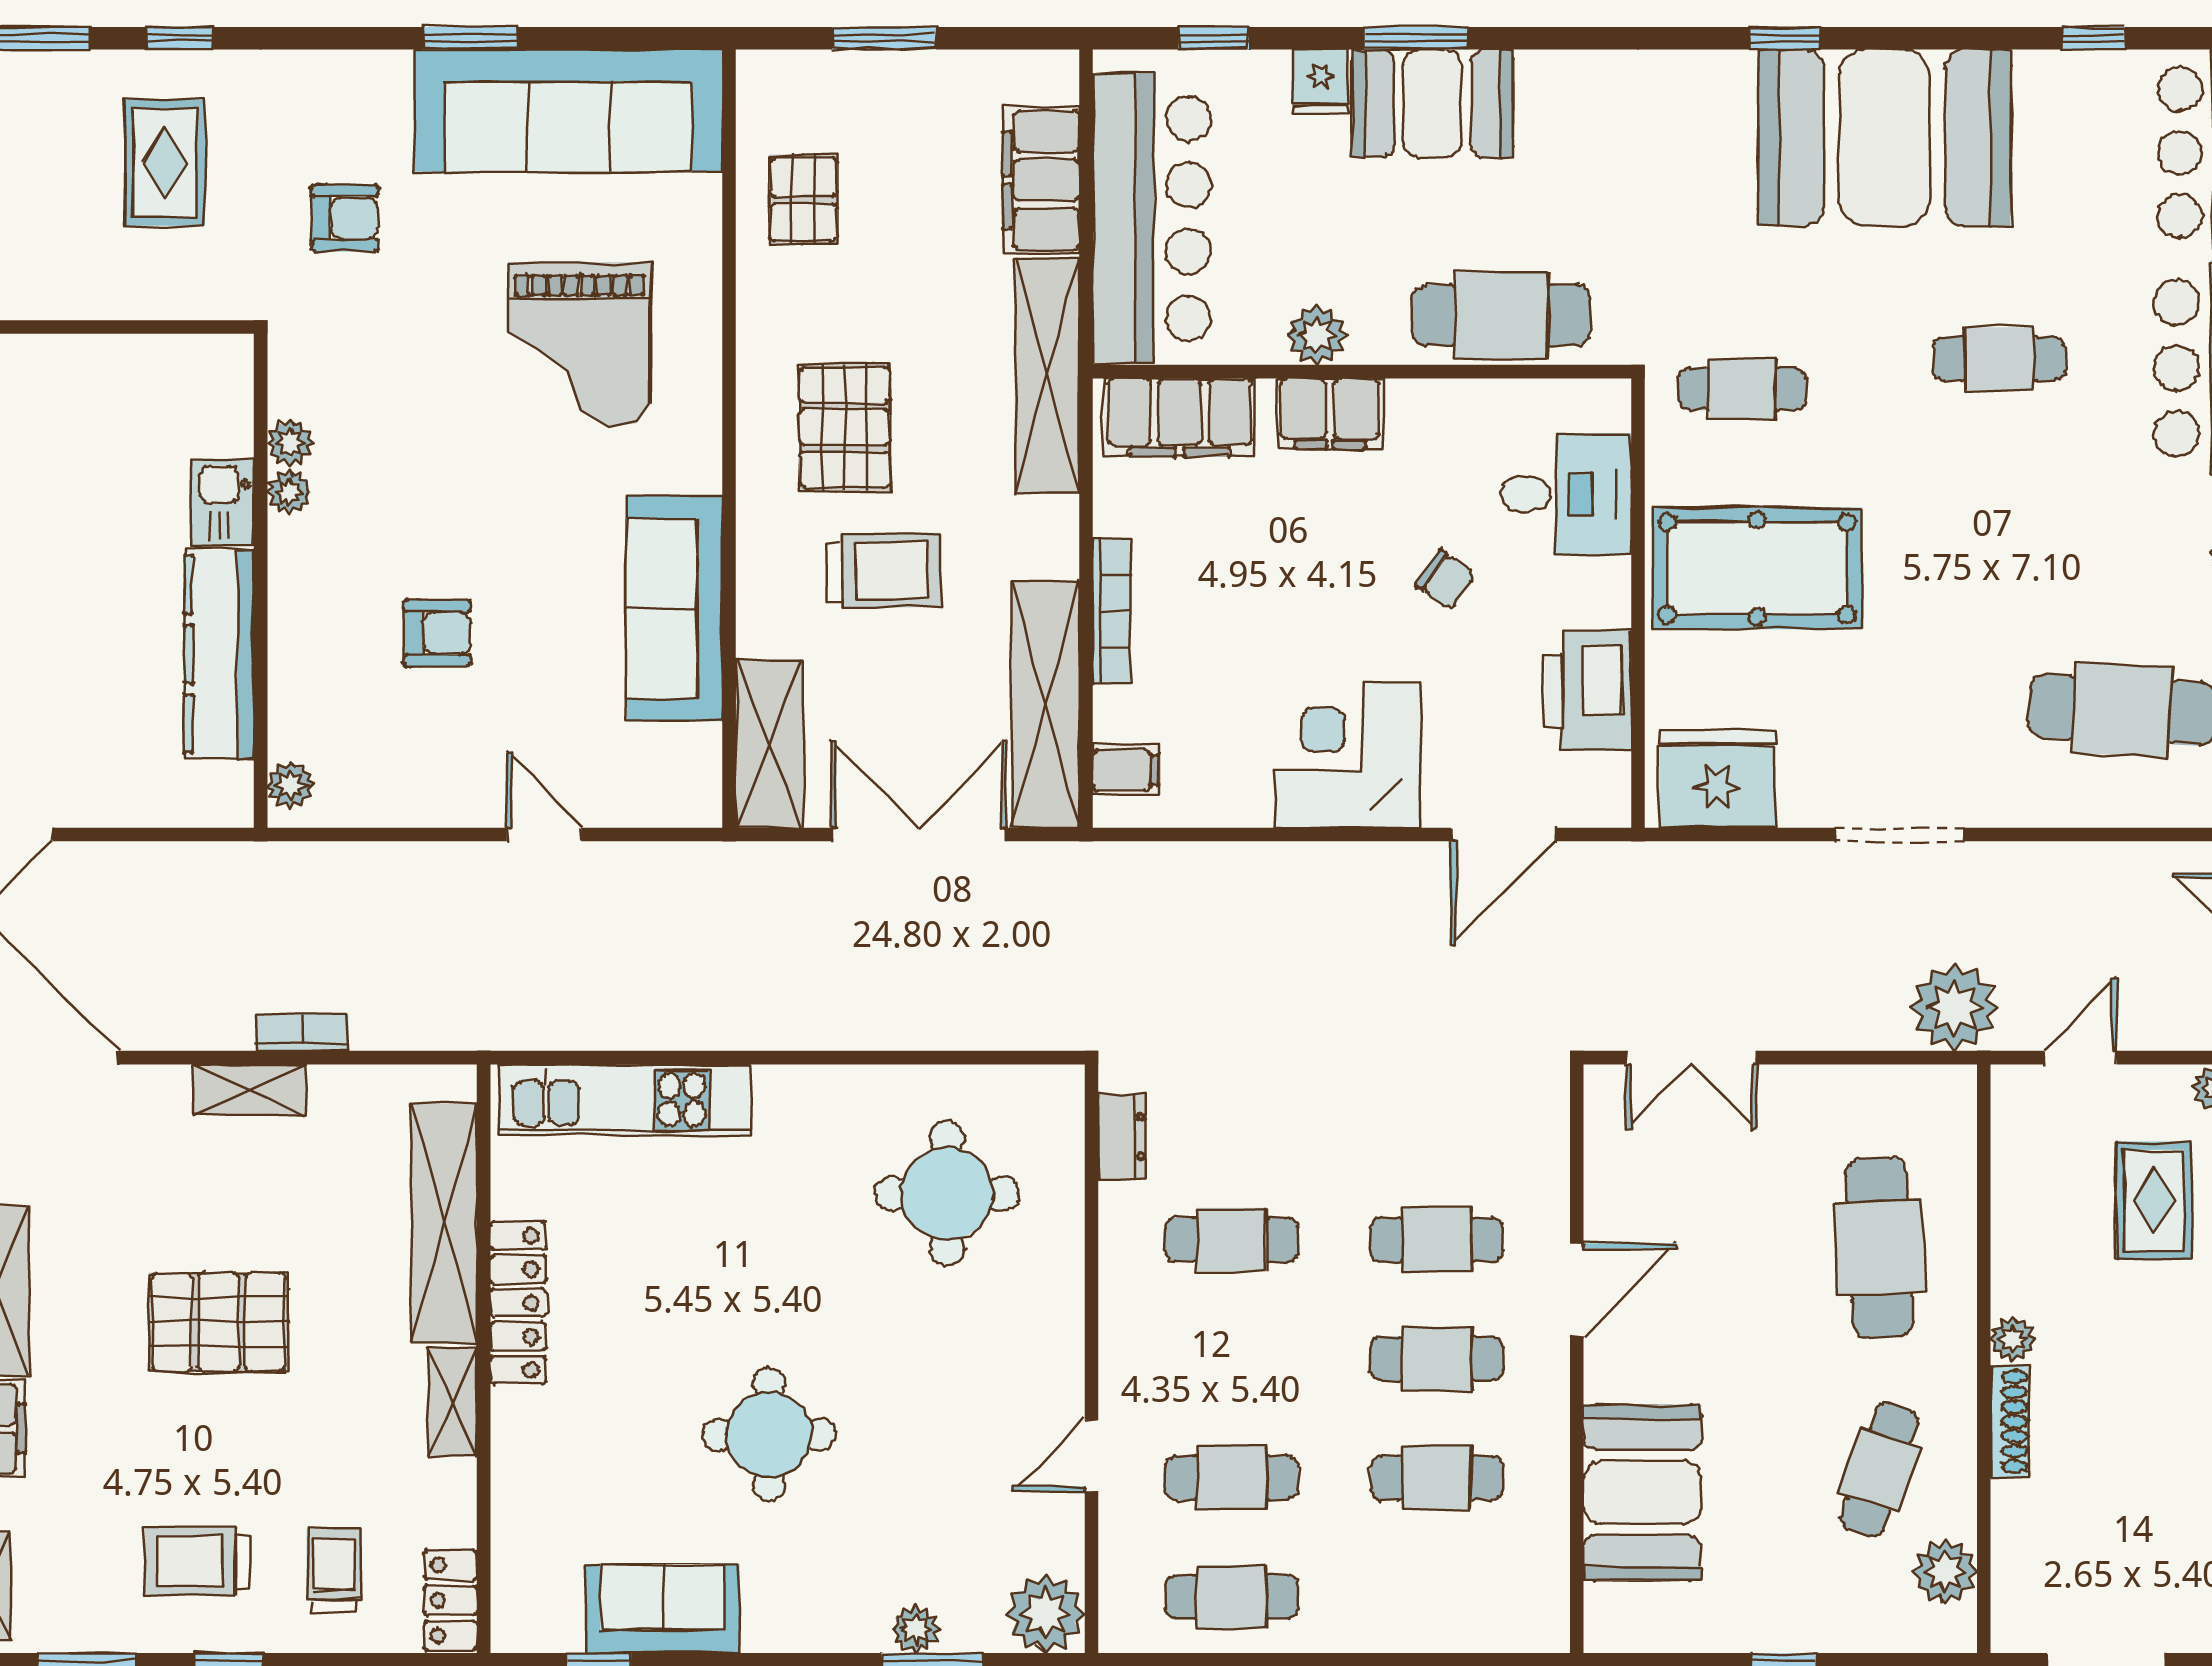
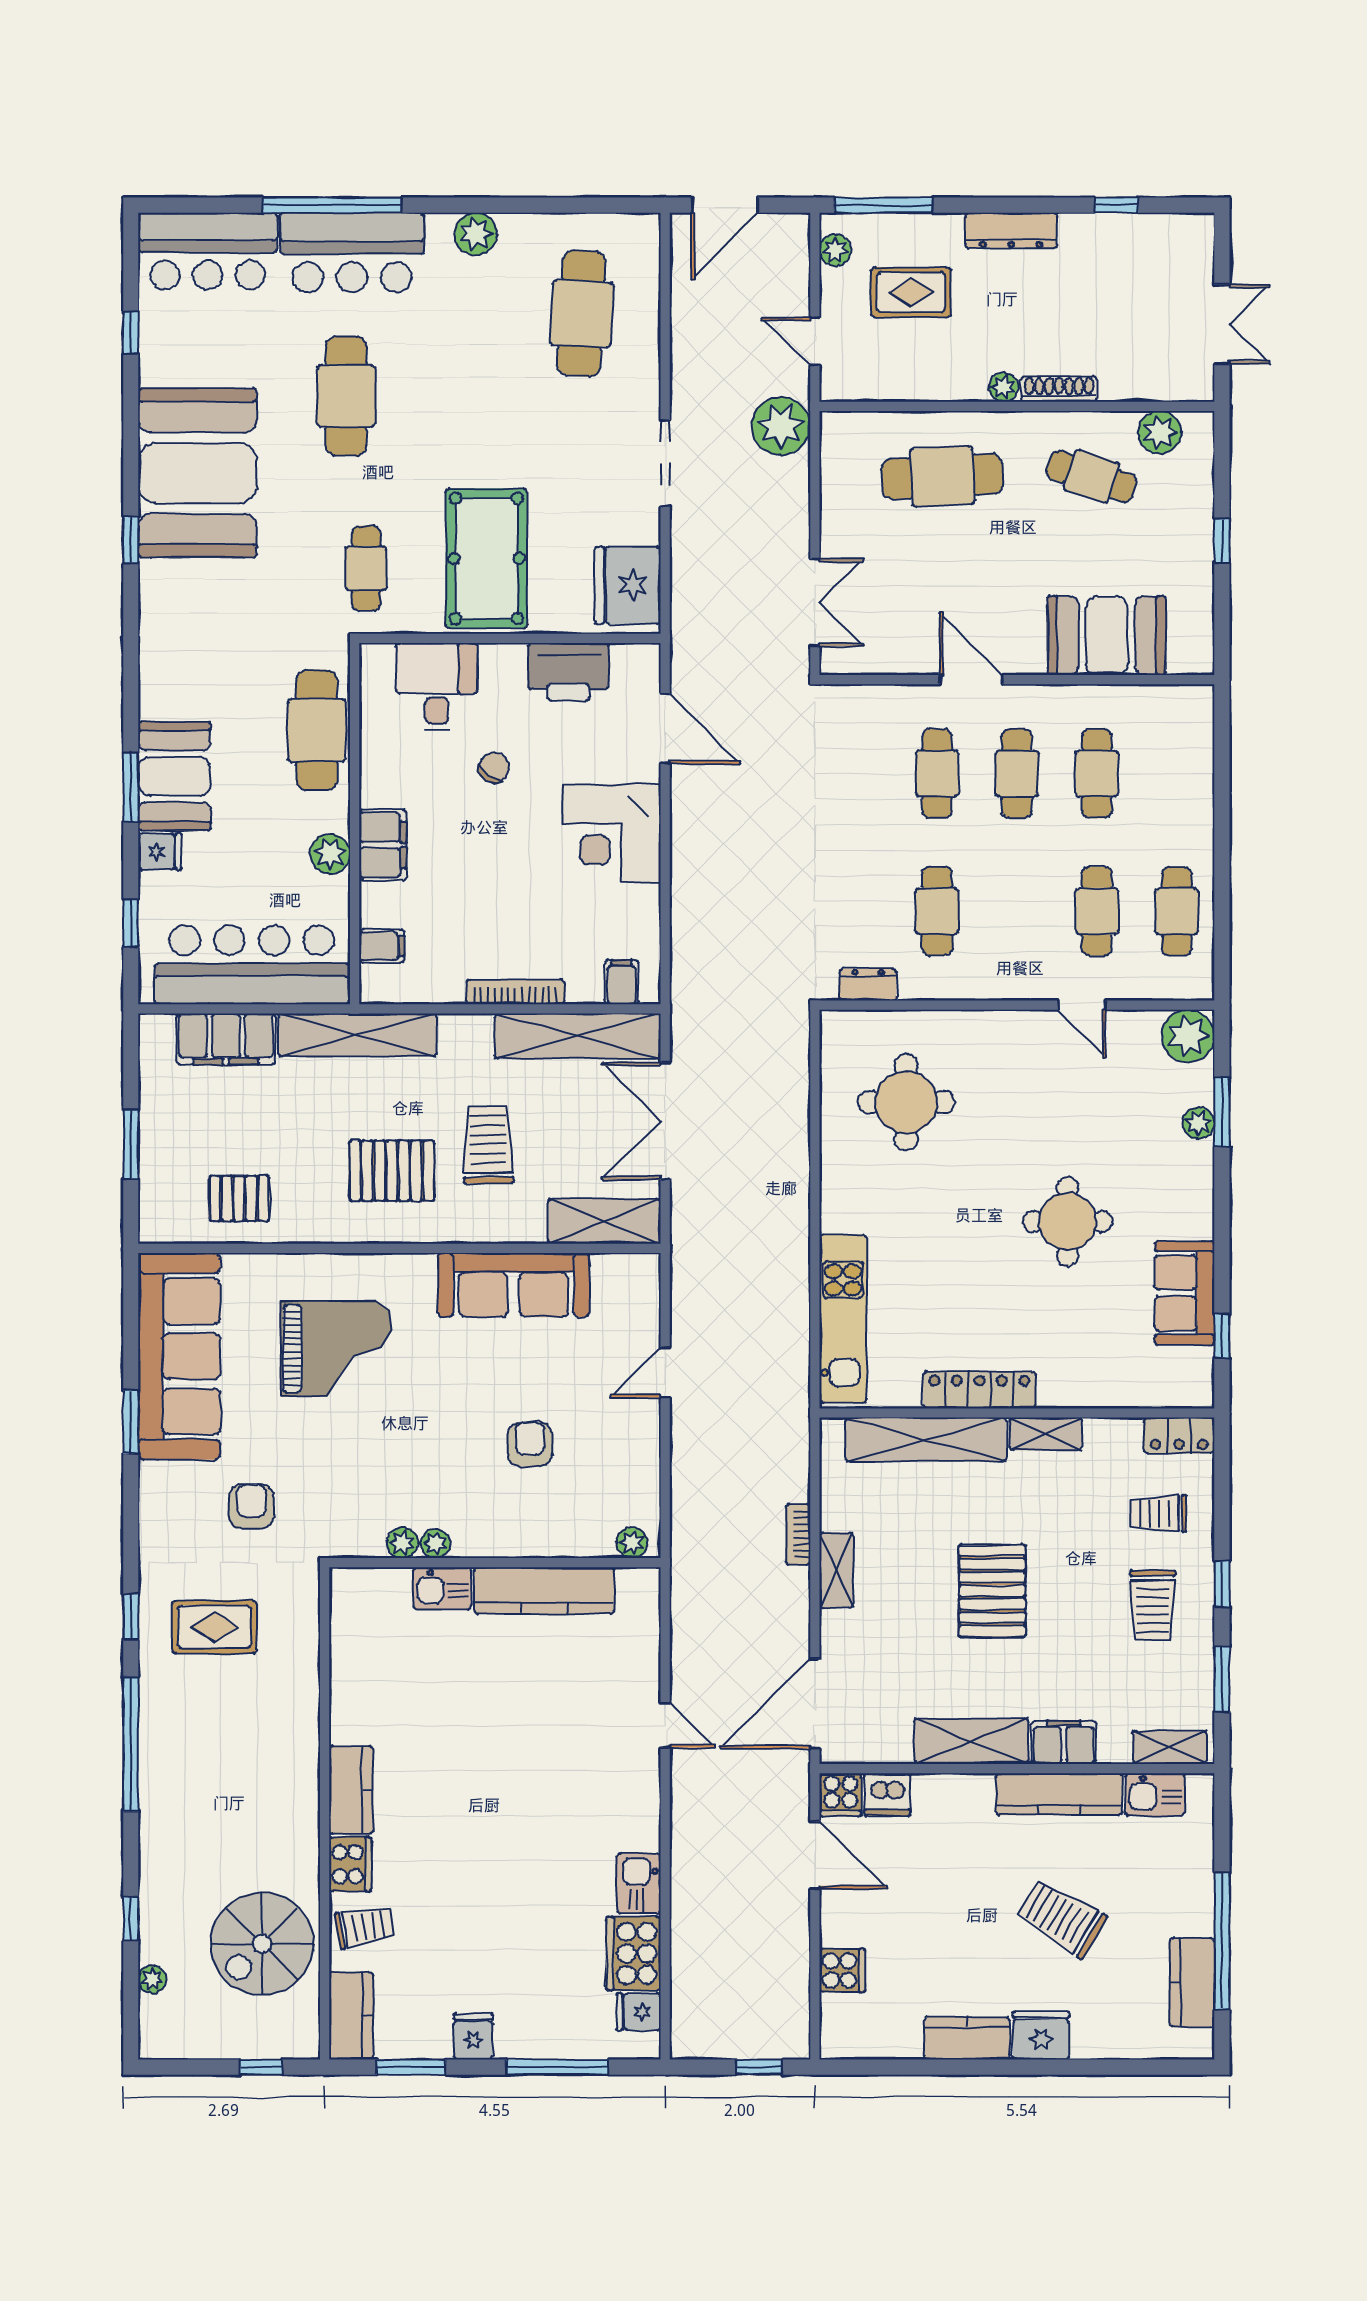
cafe table: (1999, 359) -> (346, 396), width x1.37, depth x1.35
filing cabinet: (1180, 418) -> (382, 946), width x0.33, depth x0.86

